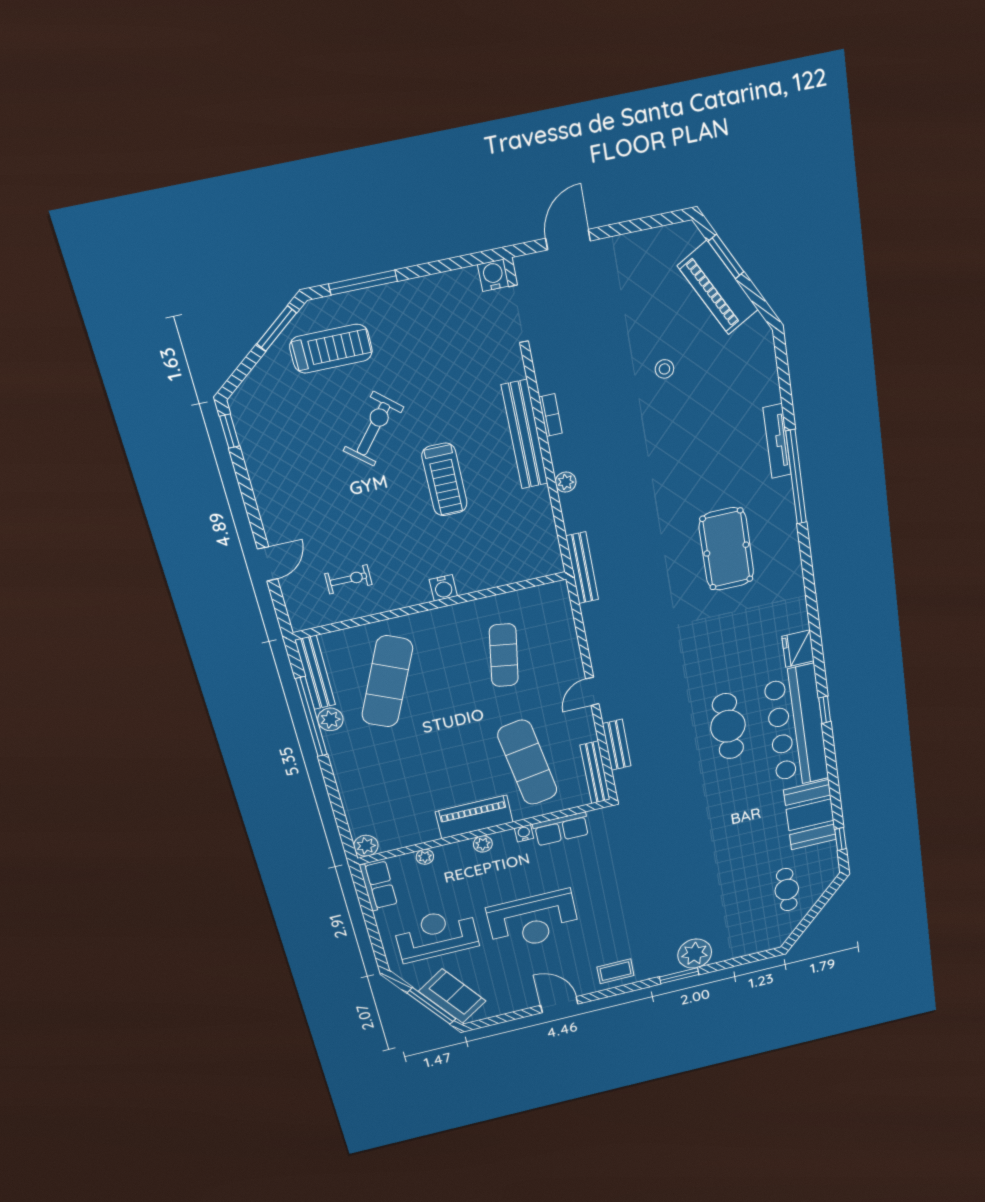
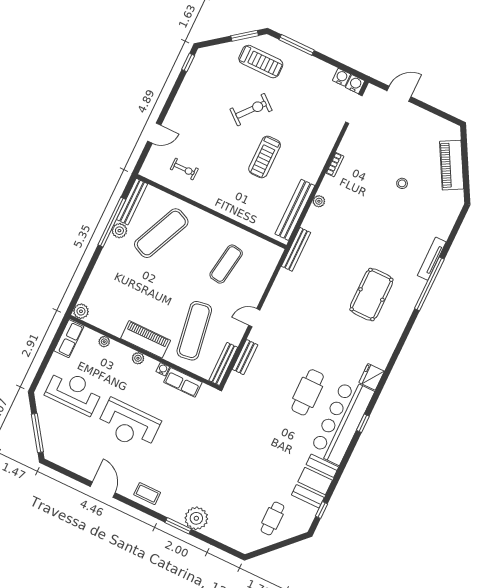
window: (726, 257) -> (465, 154), removed
bench: (525, 435) -> (295, 210), moved
water cooler: (443, 588) -> (341, 77), moved, turned 180
sofa: (452, 996) -> (53, 436), removed

